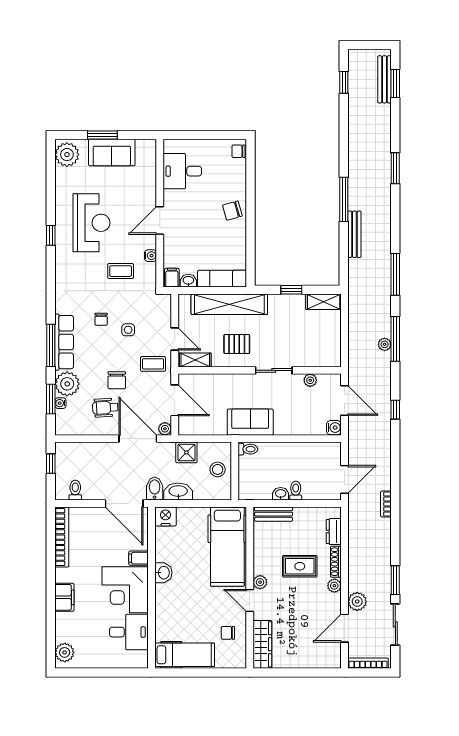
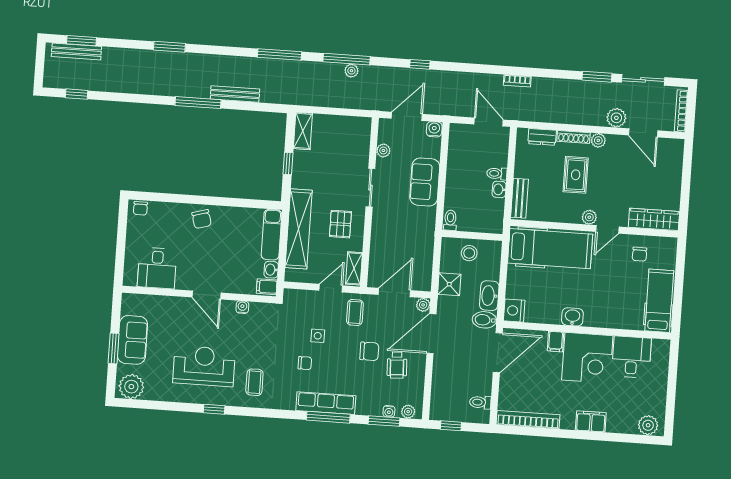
coffee table: (121, 271) -> (254, 382), moved
plant: (67, 384) -> (408, 412), moved, width x0.53, depth x0.53
sofa: (250, 422) -> (425, 182), moved

